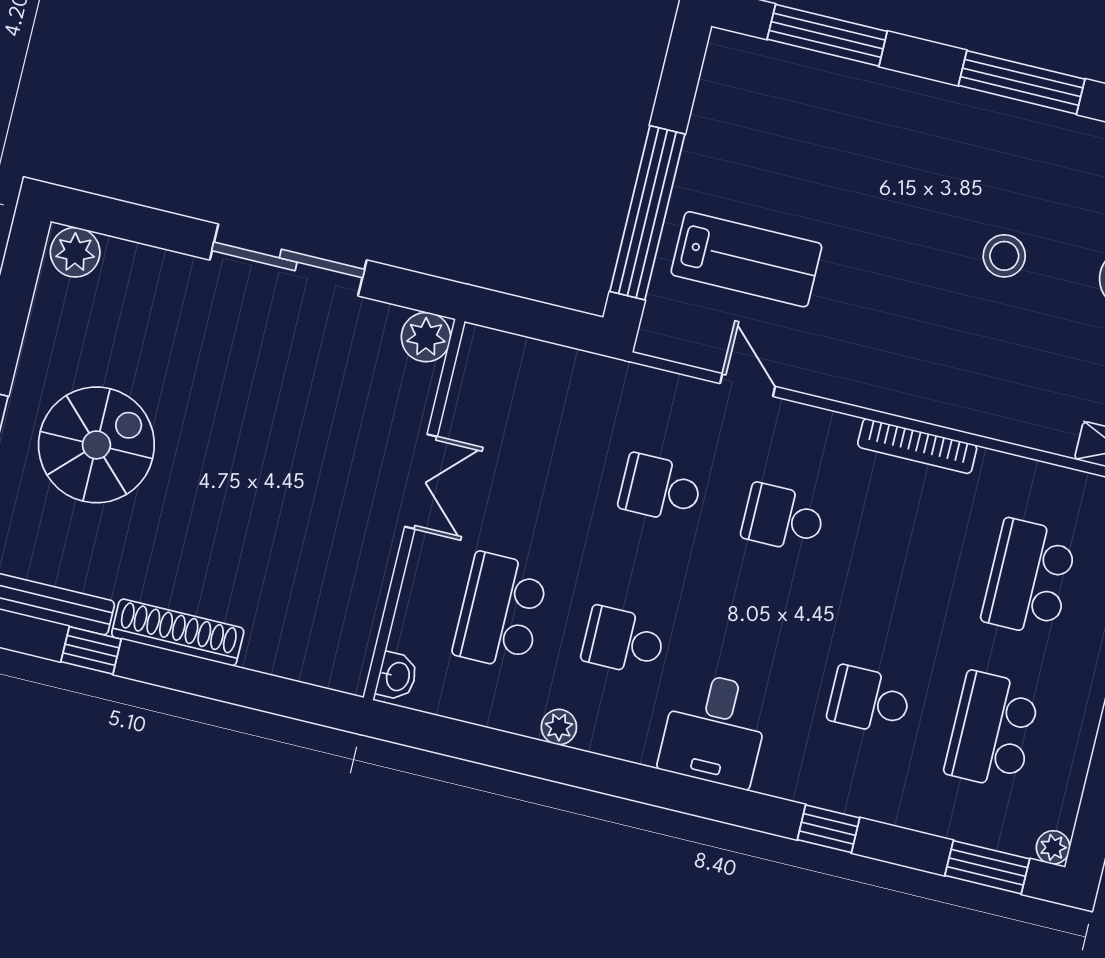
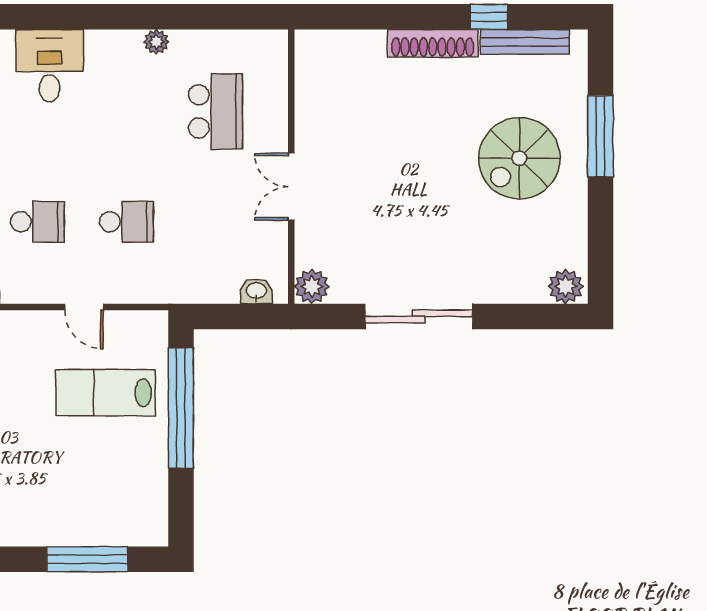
school desk: (624, 641) -> (126, 111), removed
washbasin: (397, 676) -> (256, 291), moved, turned 90

